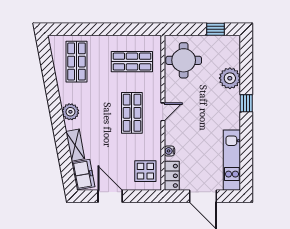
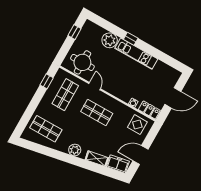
window: (135, 29) -> (47, 81), added
door: (163, 112) -> (95, 86), moved
kitchen unit: (232, 160) -> (136, 54), moved

